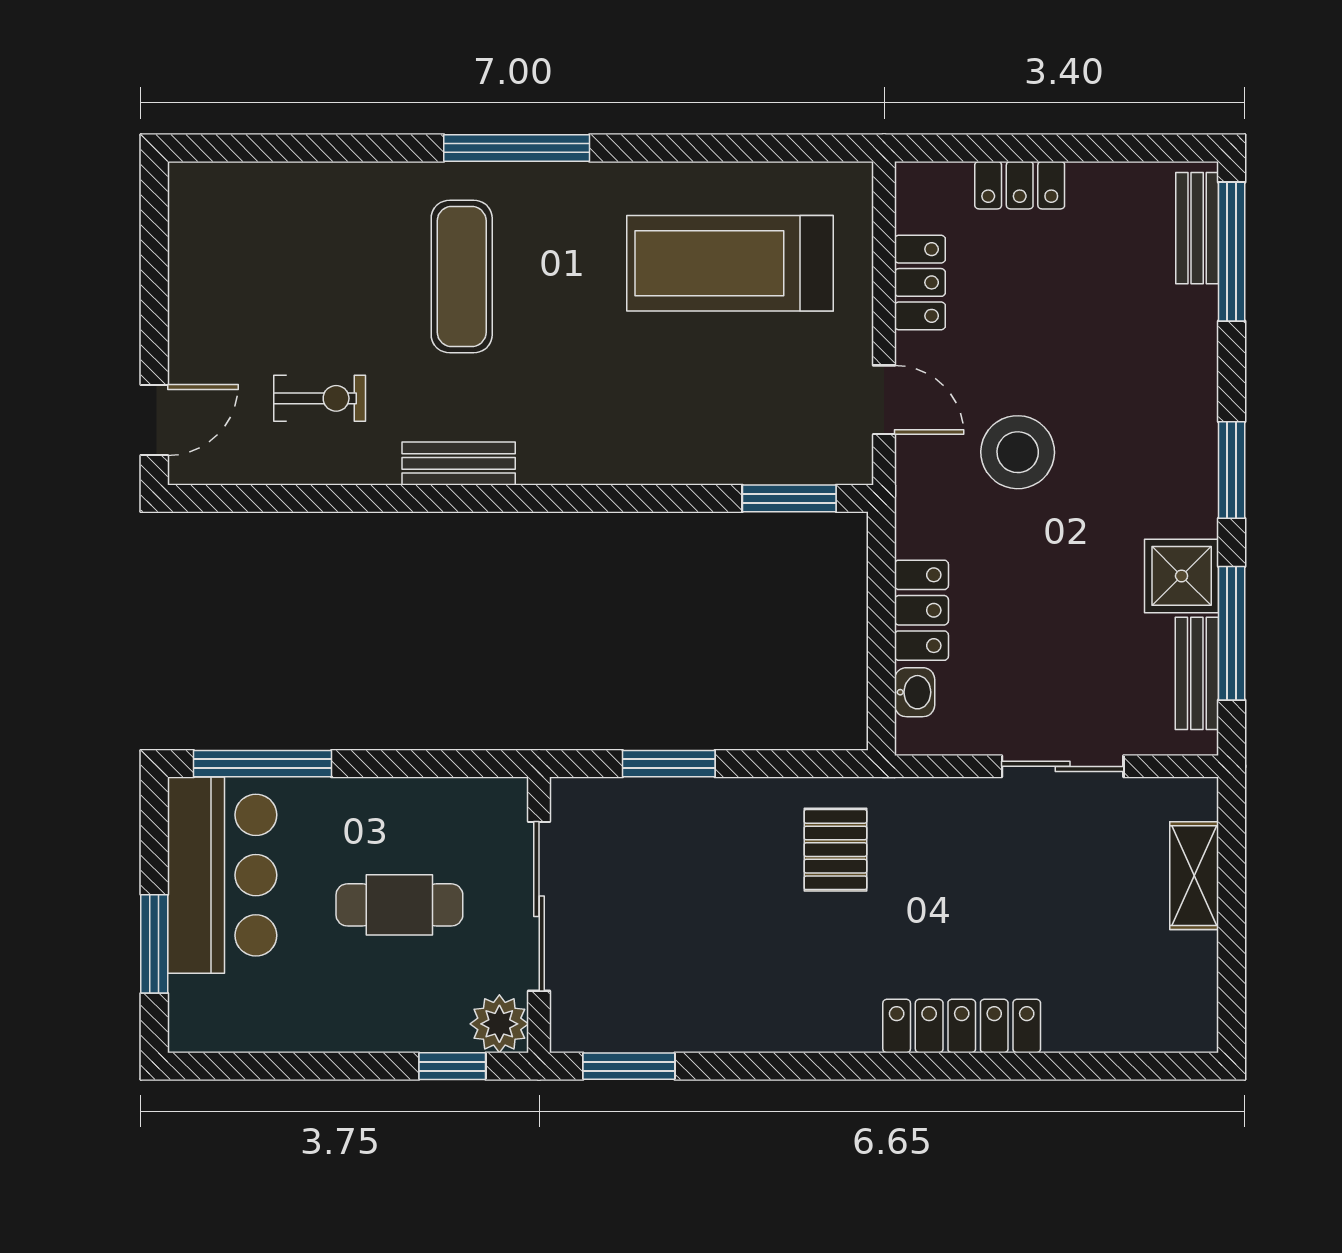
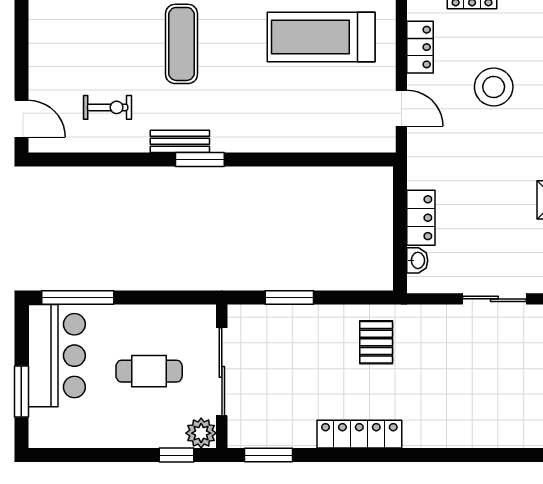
door: (154, 420) -> (21, 119), hinge flipped
stool: (1018, 452) -> (494, 87), moved
window: (789, 498) -> (200, 159), moved
locker: (962, 1026) -> (359, 434), moved

